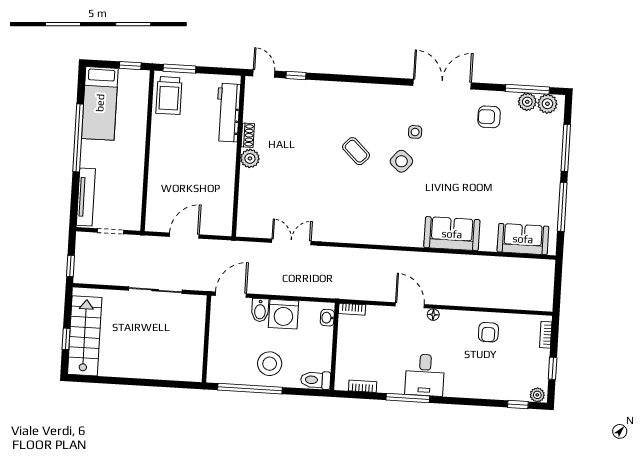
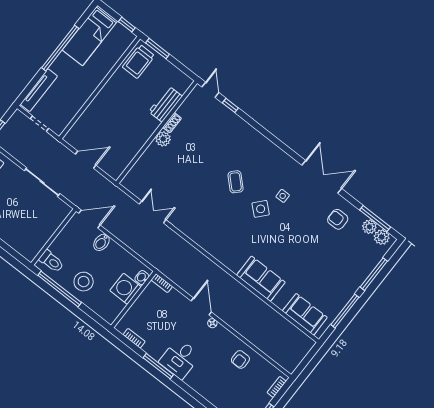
workbench: (228, 113) -> (166, 104), width x0.73
washing machine: (284, 314) -> (126, 289), moved, turned 90
toilet: (316, 380) -> (51, 261), moved, turned 180

